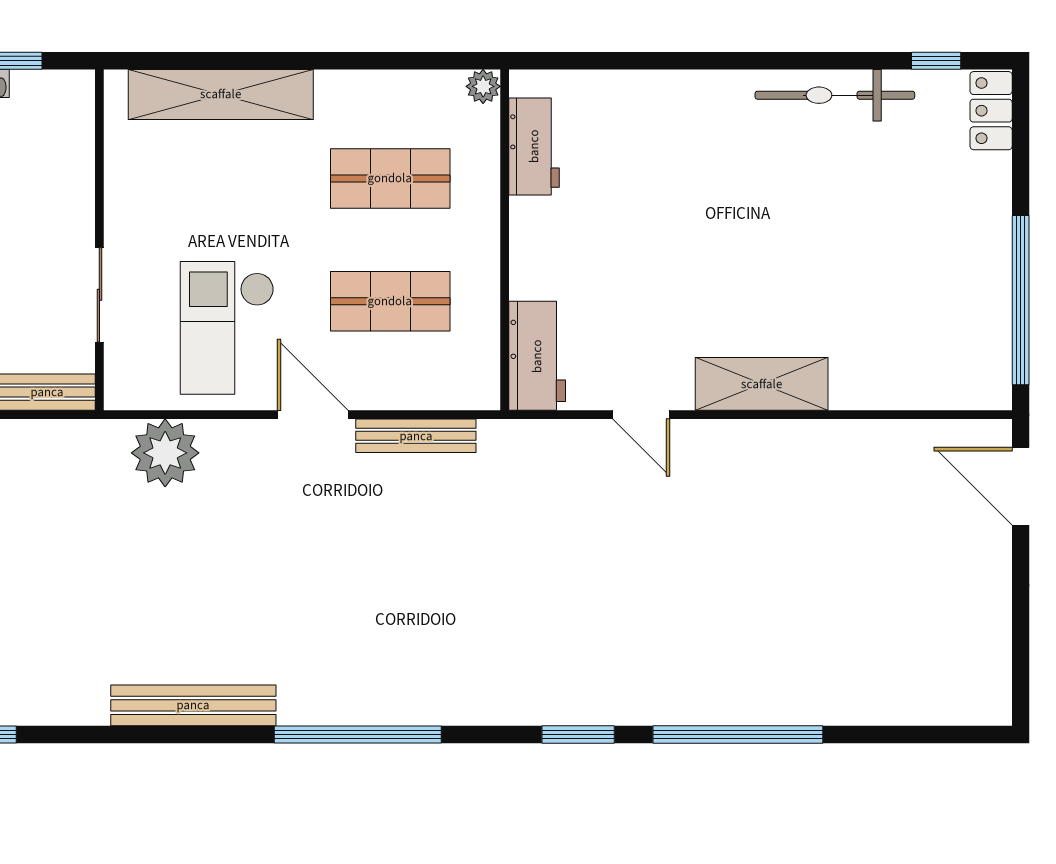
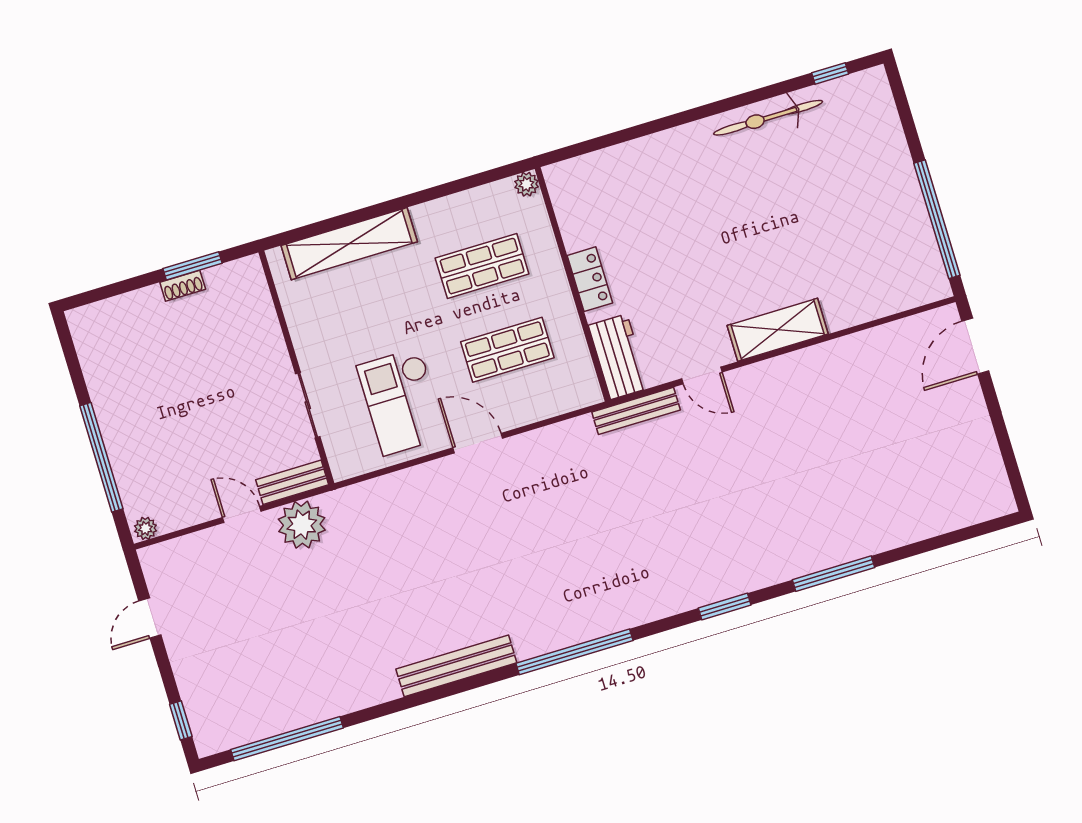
locker: (991, 111) -> (590, 279), moved, turned 180
workbench: (534, 146) -> (573, 215), removed
bench: (416, 436) -> (636, 411), moved
plant: (165, 453) -> (302, 525), moved
door: (1021, 486) -> (975, 346), hinge flipped
window: (738, 735) -> (834, 574), width x0.68

